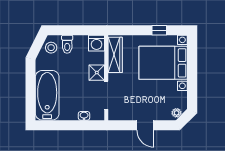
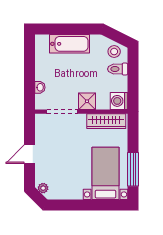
window: (159, 30) -> (133, 169), width x2.17
bed with nightstands: (163, 63) -> (106, 173), width x0.73
bathtub: (47, 95) -> (70, 44), width x0.73, depth x0.73

